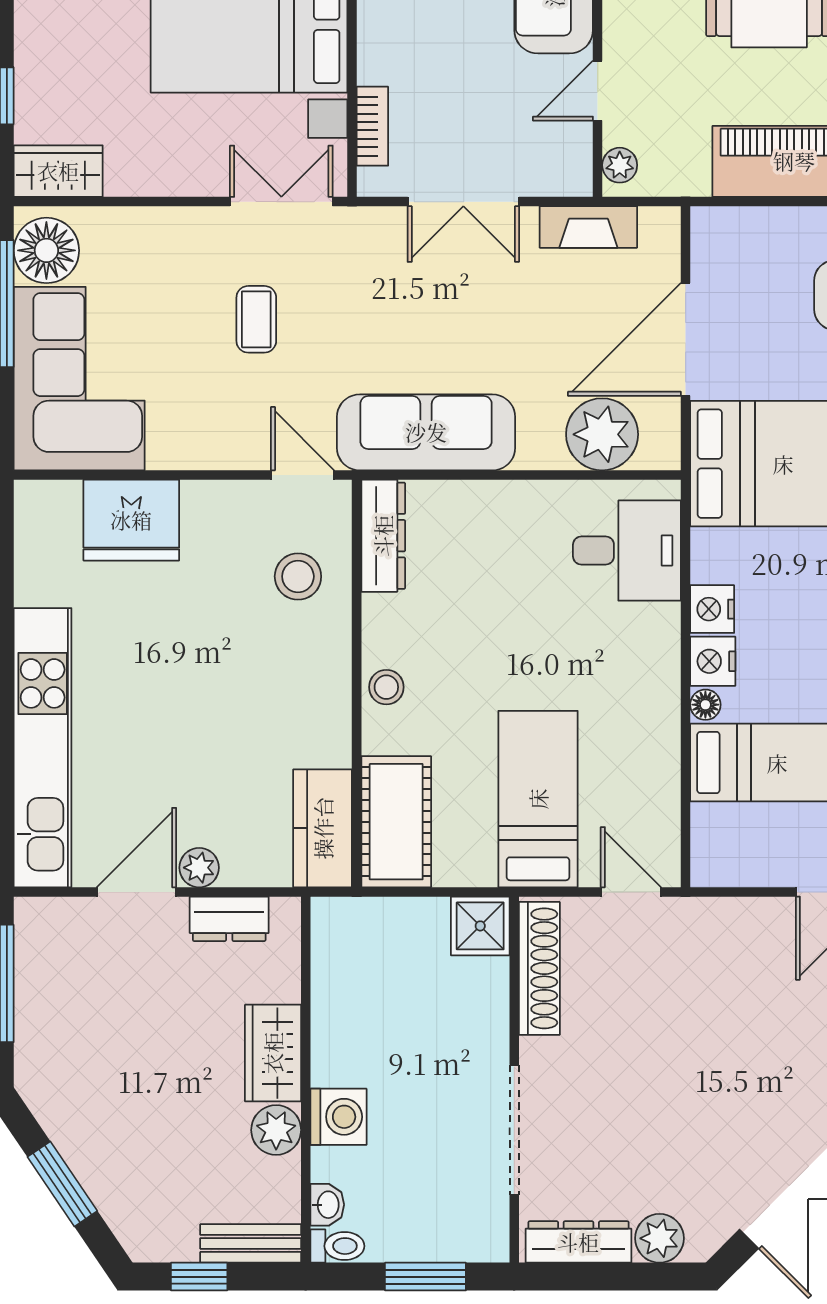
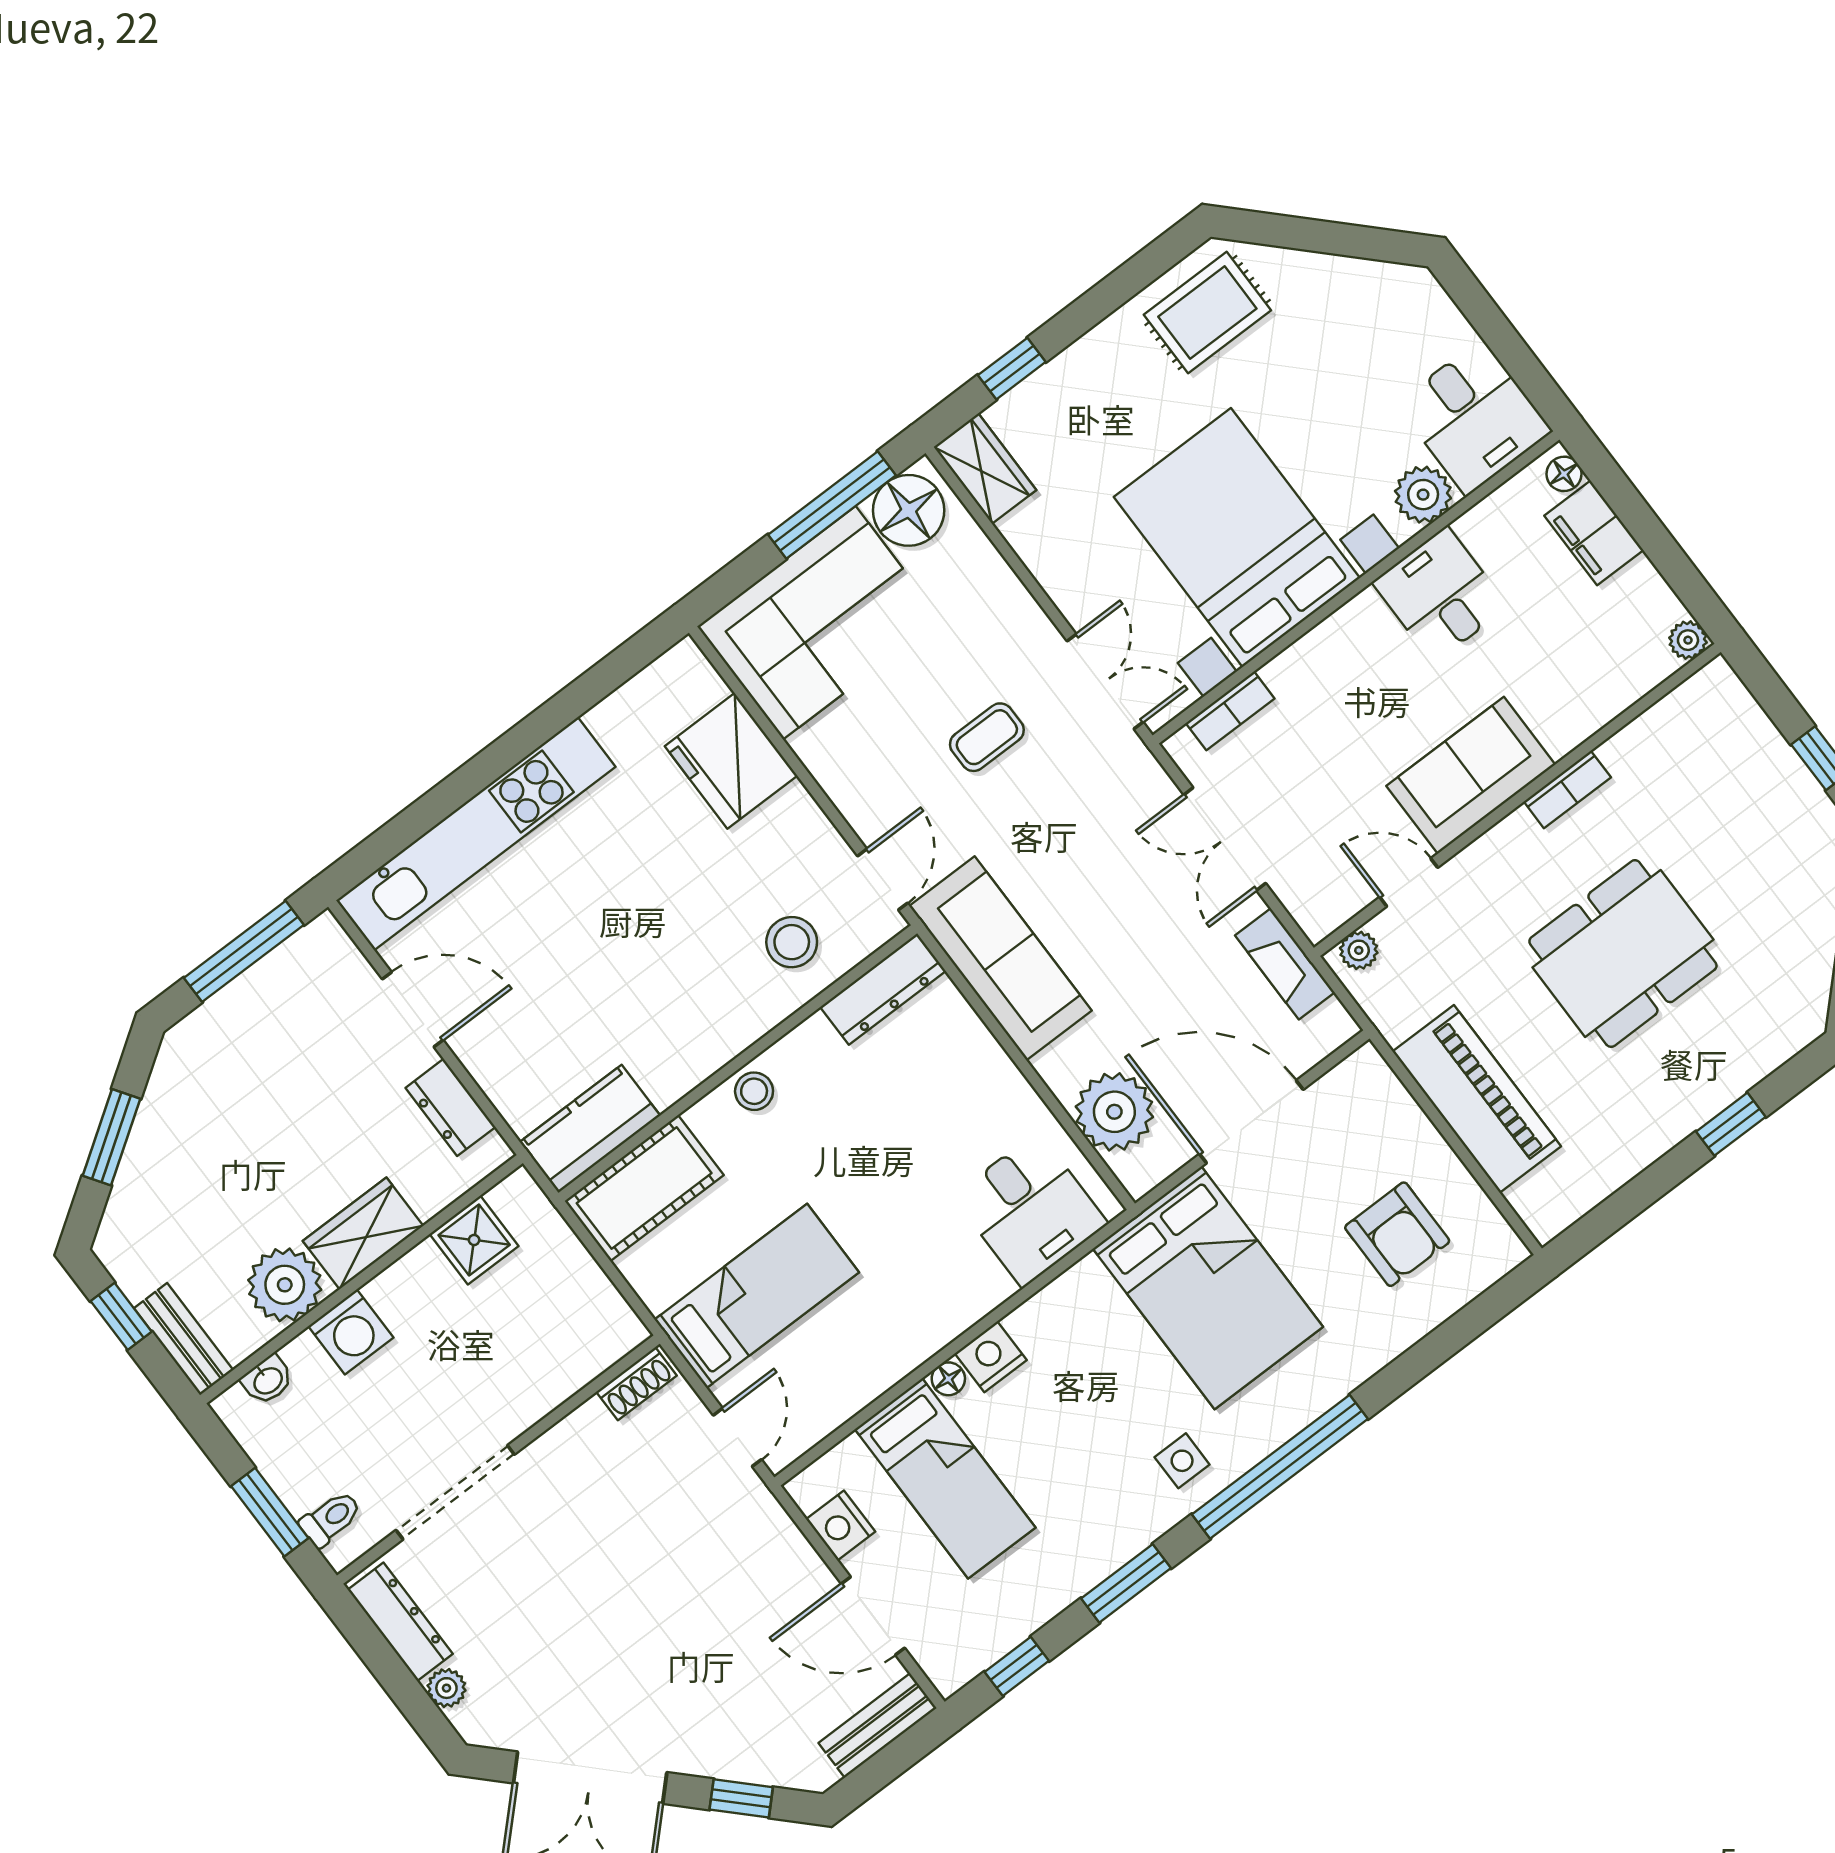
nightstand: (712, 609) -> (841, 1525), moved, turned -90
plant: (199, 868) -> (475, 1048), removed
shower: (480, 926) -> (474, 1240), moved
shoe rack: (539, 968) -> (636, 1384), width x0.51, depth x0.81
plant: (276, 1130) -> (285, 1285), width x1.36, depth x1.36
plant: (659, 1238) -> (446, 1688), width x0.73, depth x0.73
toilet: (337, 1246) -> (331, 1519), moved, turned -90

